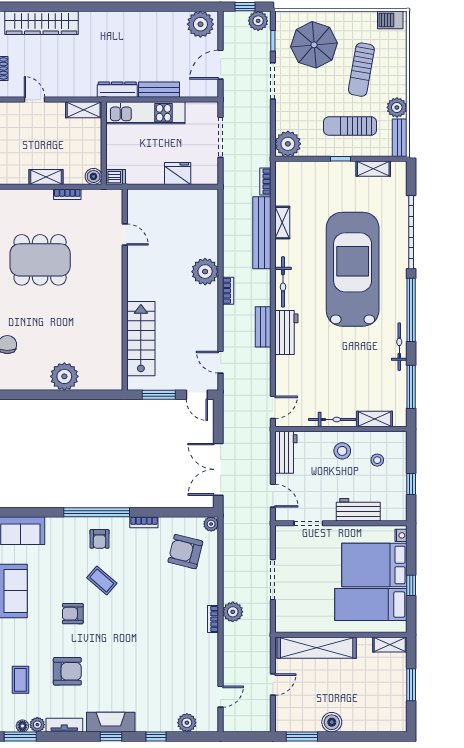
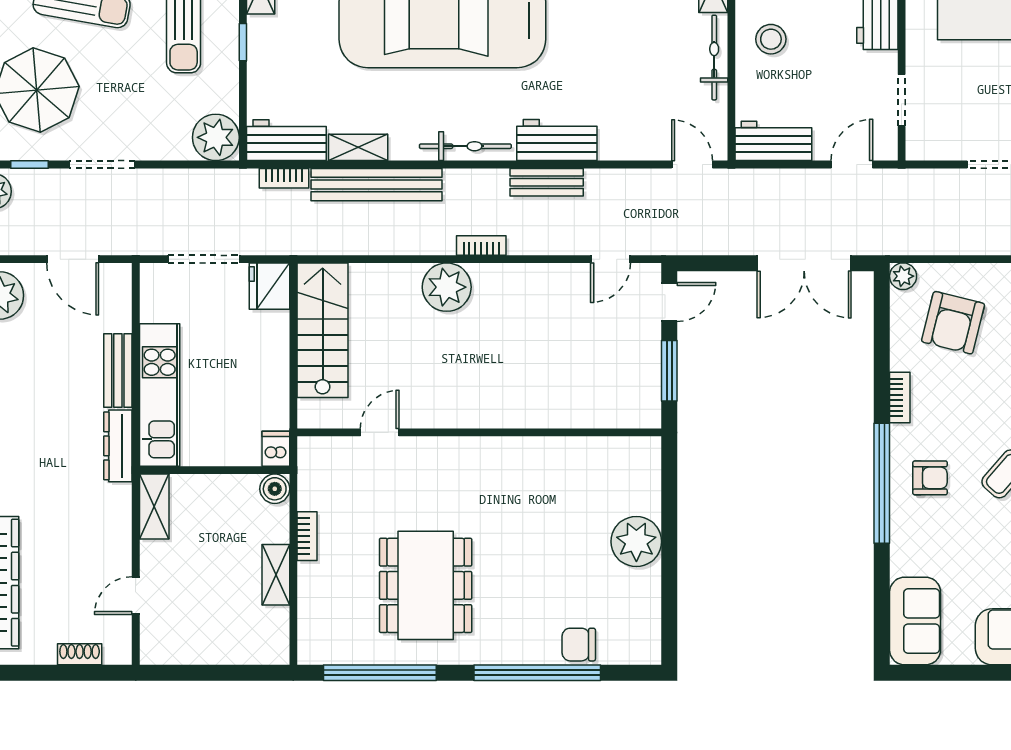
fridge: (178, 174) -> (269, 286), moved
workbench: (286, 183) -> (286, 140), added
stairs: (141, 339) -> (323, 330), moved, turned 90

